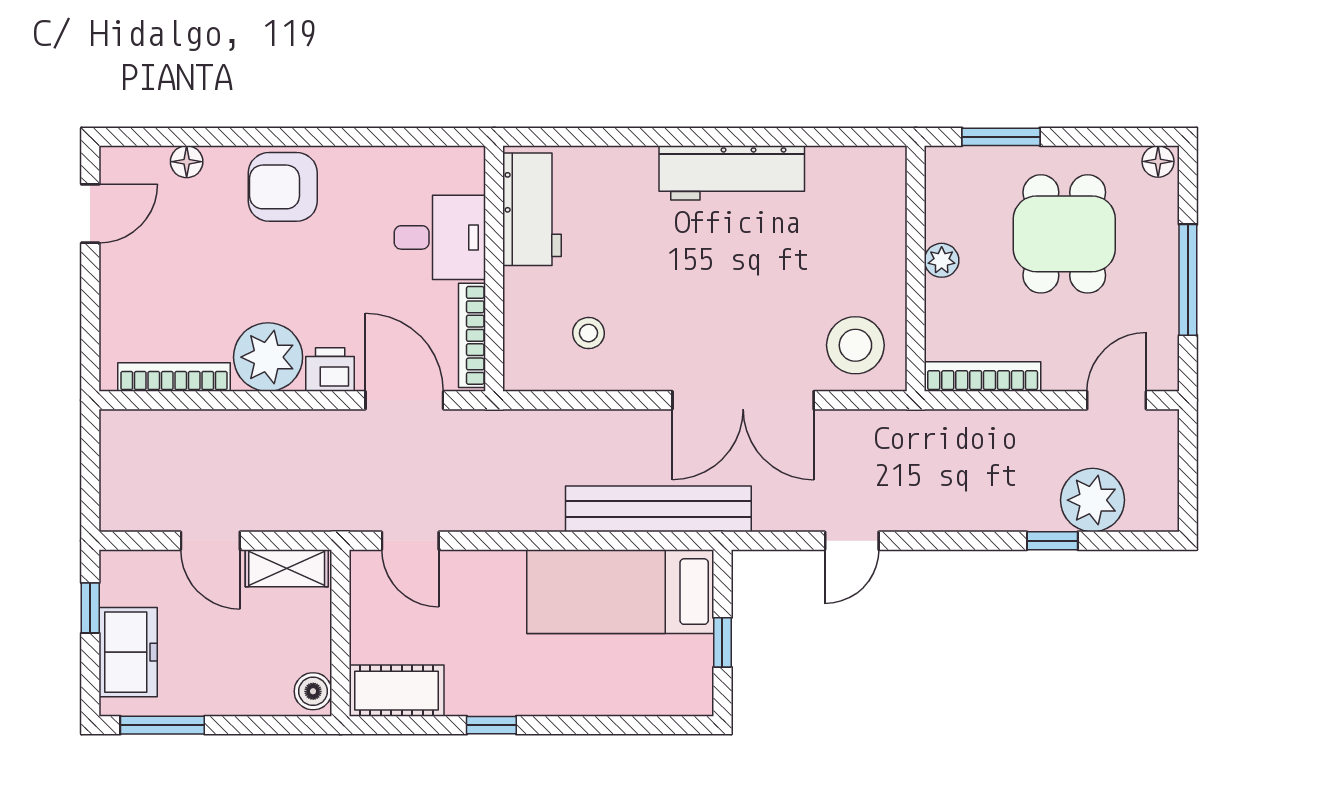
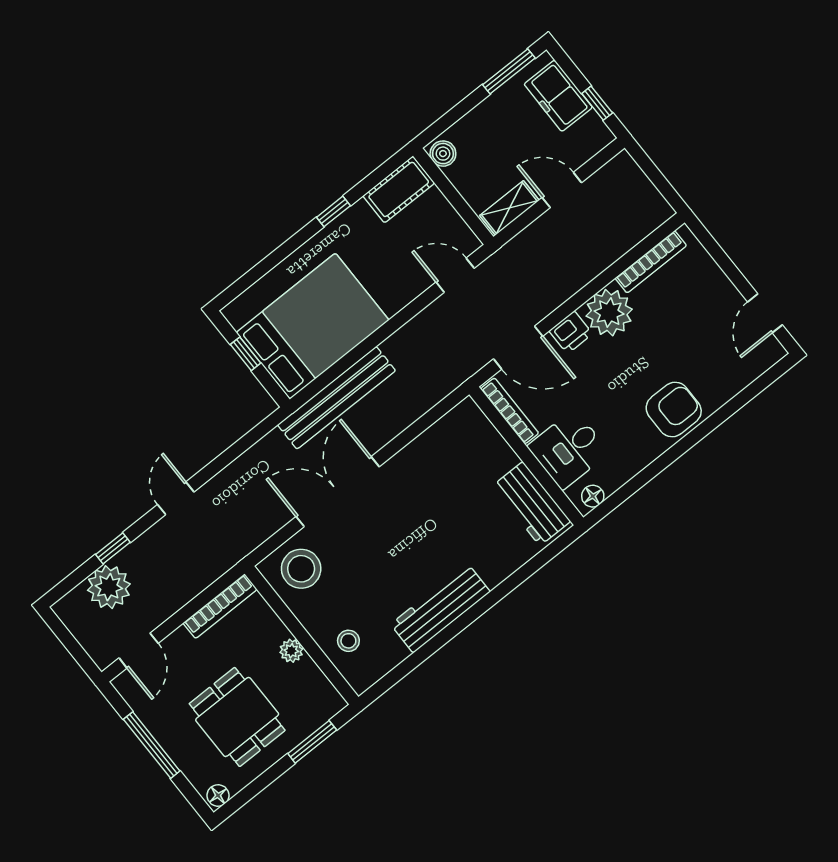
floor lamp: (187, 162) -> (593, 496), moved
stool: (589, 333) -> (348, 641), moved
door: (852, 541) -> (176, 498), moved
bed: (620, 592) -> (313, 326), width x1.50

